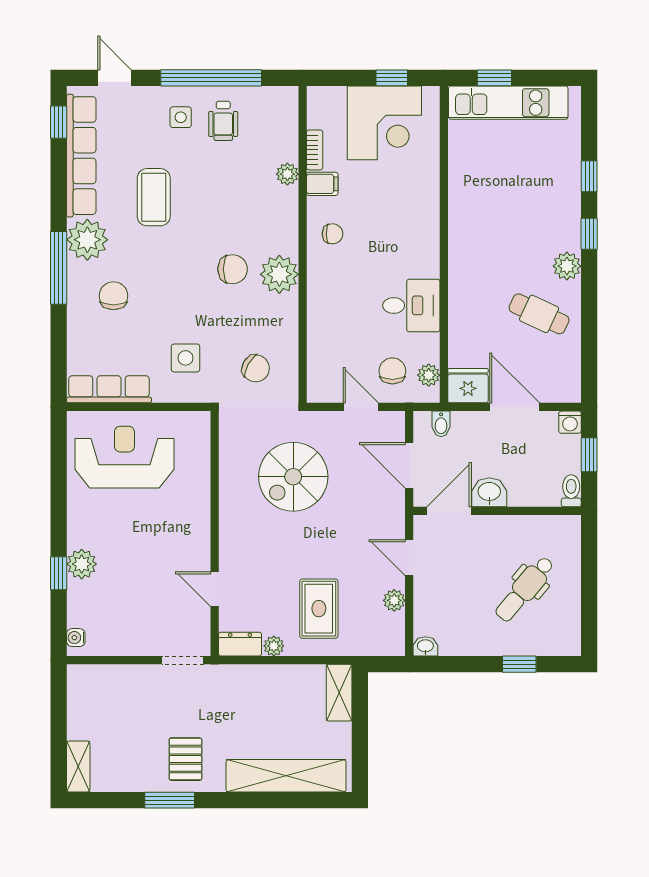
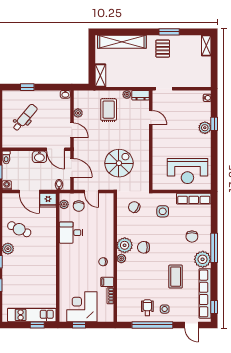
plant: (287, 174) -> (121, 258), moved
door: (449, 511) -> (56, 149), hinge flipped

